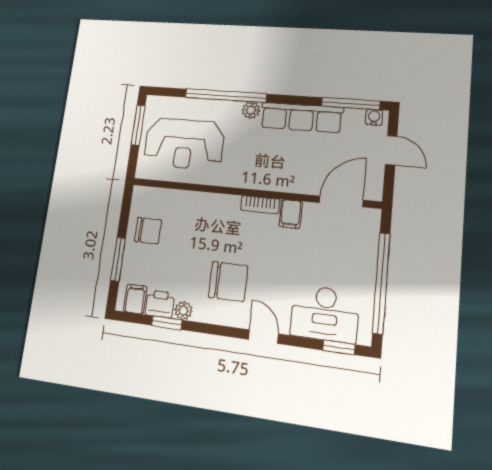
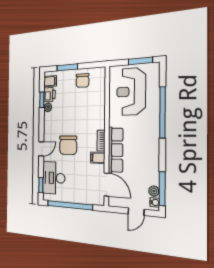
plant: (251, 110) -> (154, 191), moved
row of seats: (301, 118) -> (116, 150), moved, turned 180
chair: (228, 281) -> (68, 145), moved

